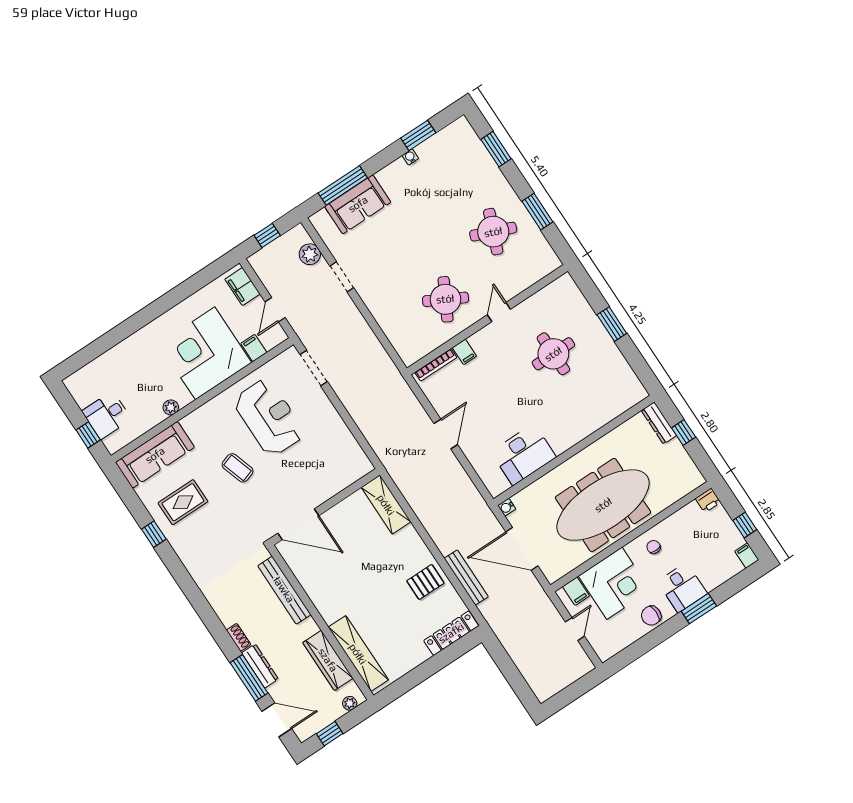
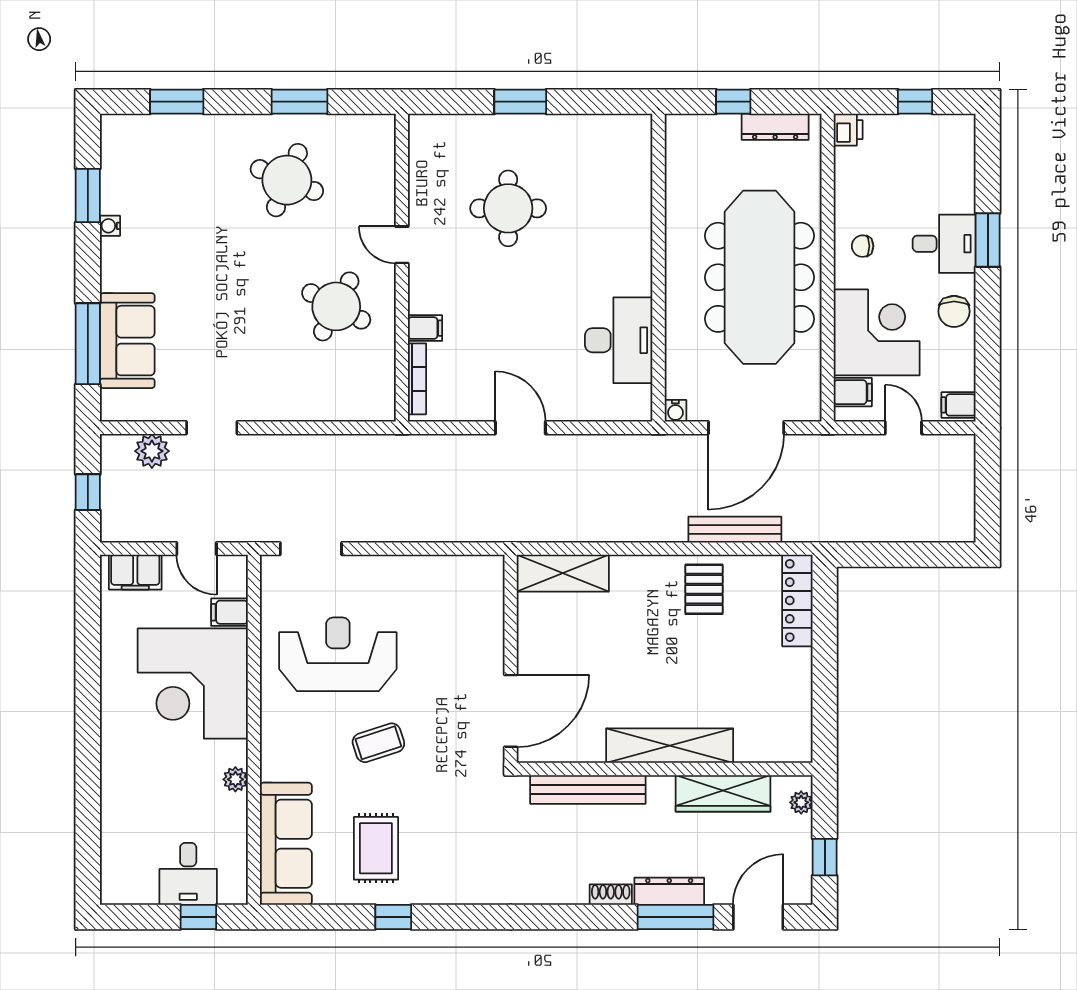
dresser: (659, 423) -> (775, 127), moved
filing cabinet: (747, 556) -> (959, 405), moved
shelving: (358, 654) -> (670, 746), moved

